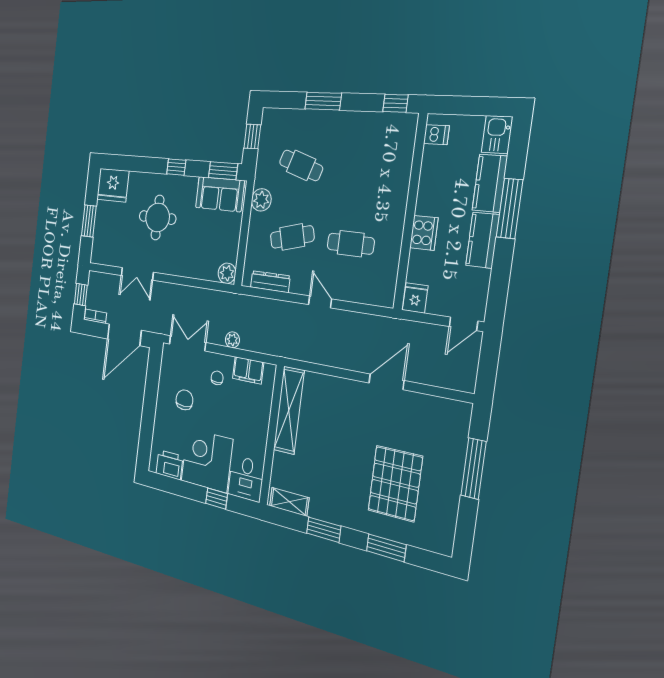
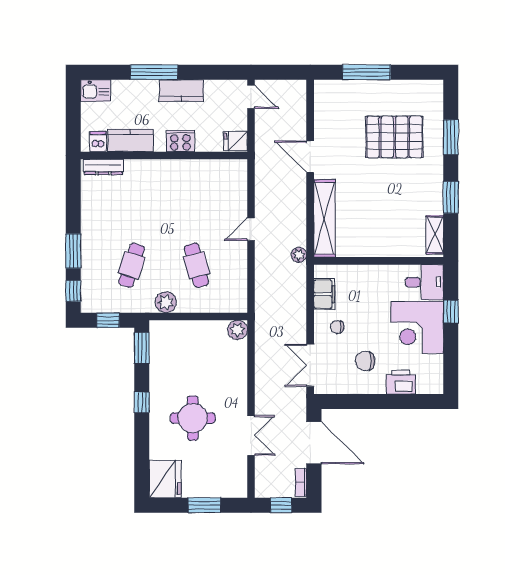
window: (395, 103) -> (73, 291), moved
kitchen counter: (490, 183) -> (130, 140), moved, turned 180
sofa: (220, 194) -> (164, 349), removed
cafe table: (351, 244) -> (196, 207), removed
dresser: (270, 282) -> (103, 167), moved, turned -90
plant: (232, 340) -> (299, 255), moved
shelving: (289, 410) -> (324, 218), moved, turned 90
printer: (169, 465) -> (401, 382), moved, turned 90

